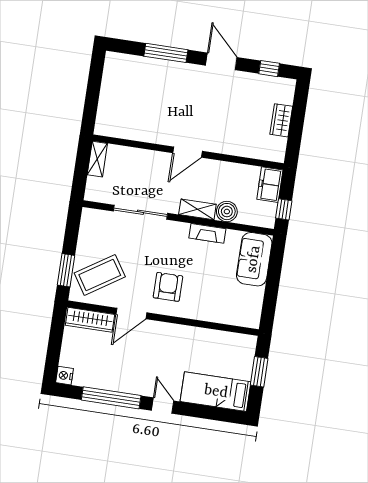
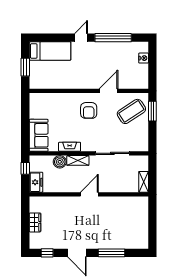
wardrobe: (90, 320) -> (133, 83), removed
nightstand: (65, 376) -> (144, 58), moved
door: (163, 406) -> (81, 38), swing flipped

